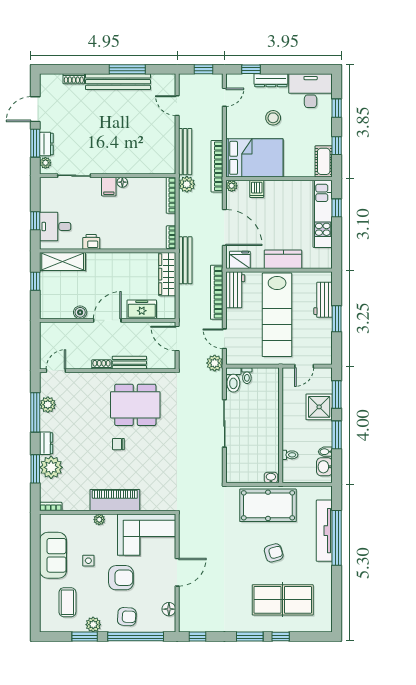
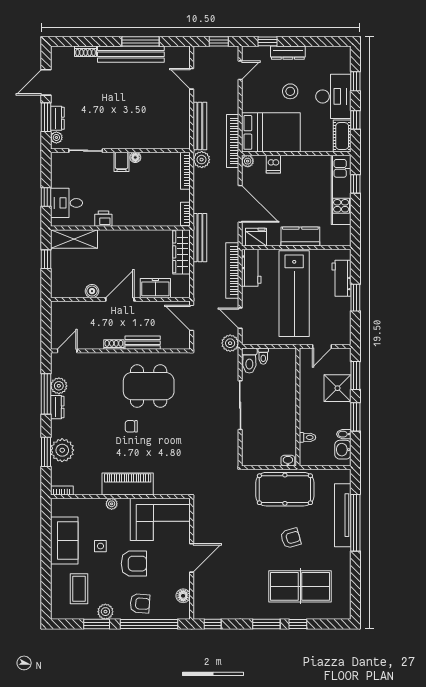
desk: (311, 91) -> (333, 96), moved, turned 90
dresser: (46, 443) -> (57, 407), moved

